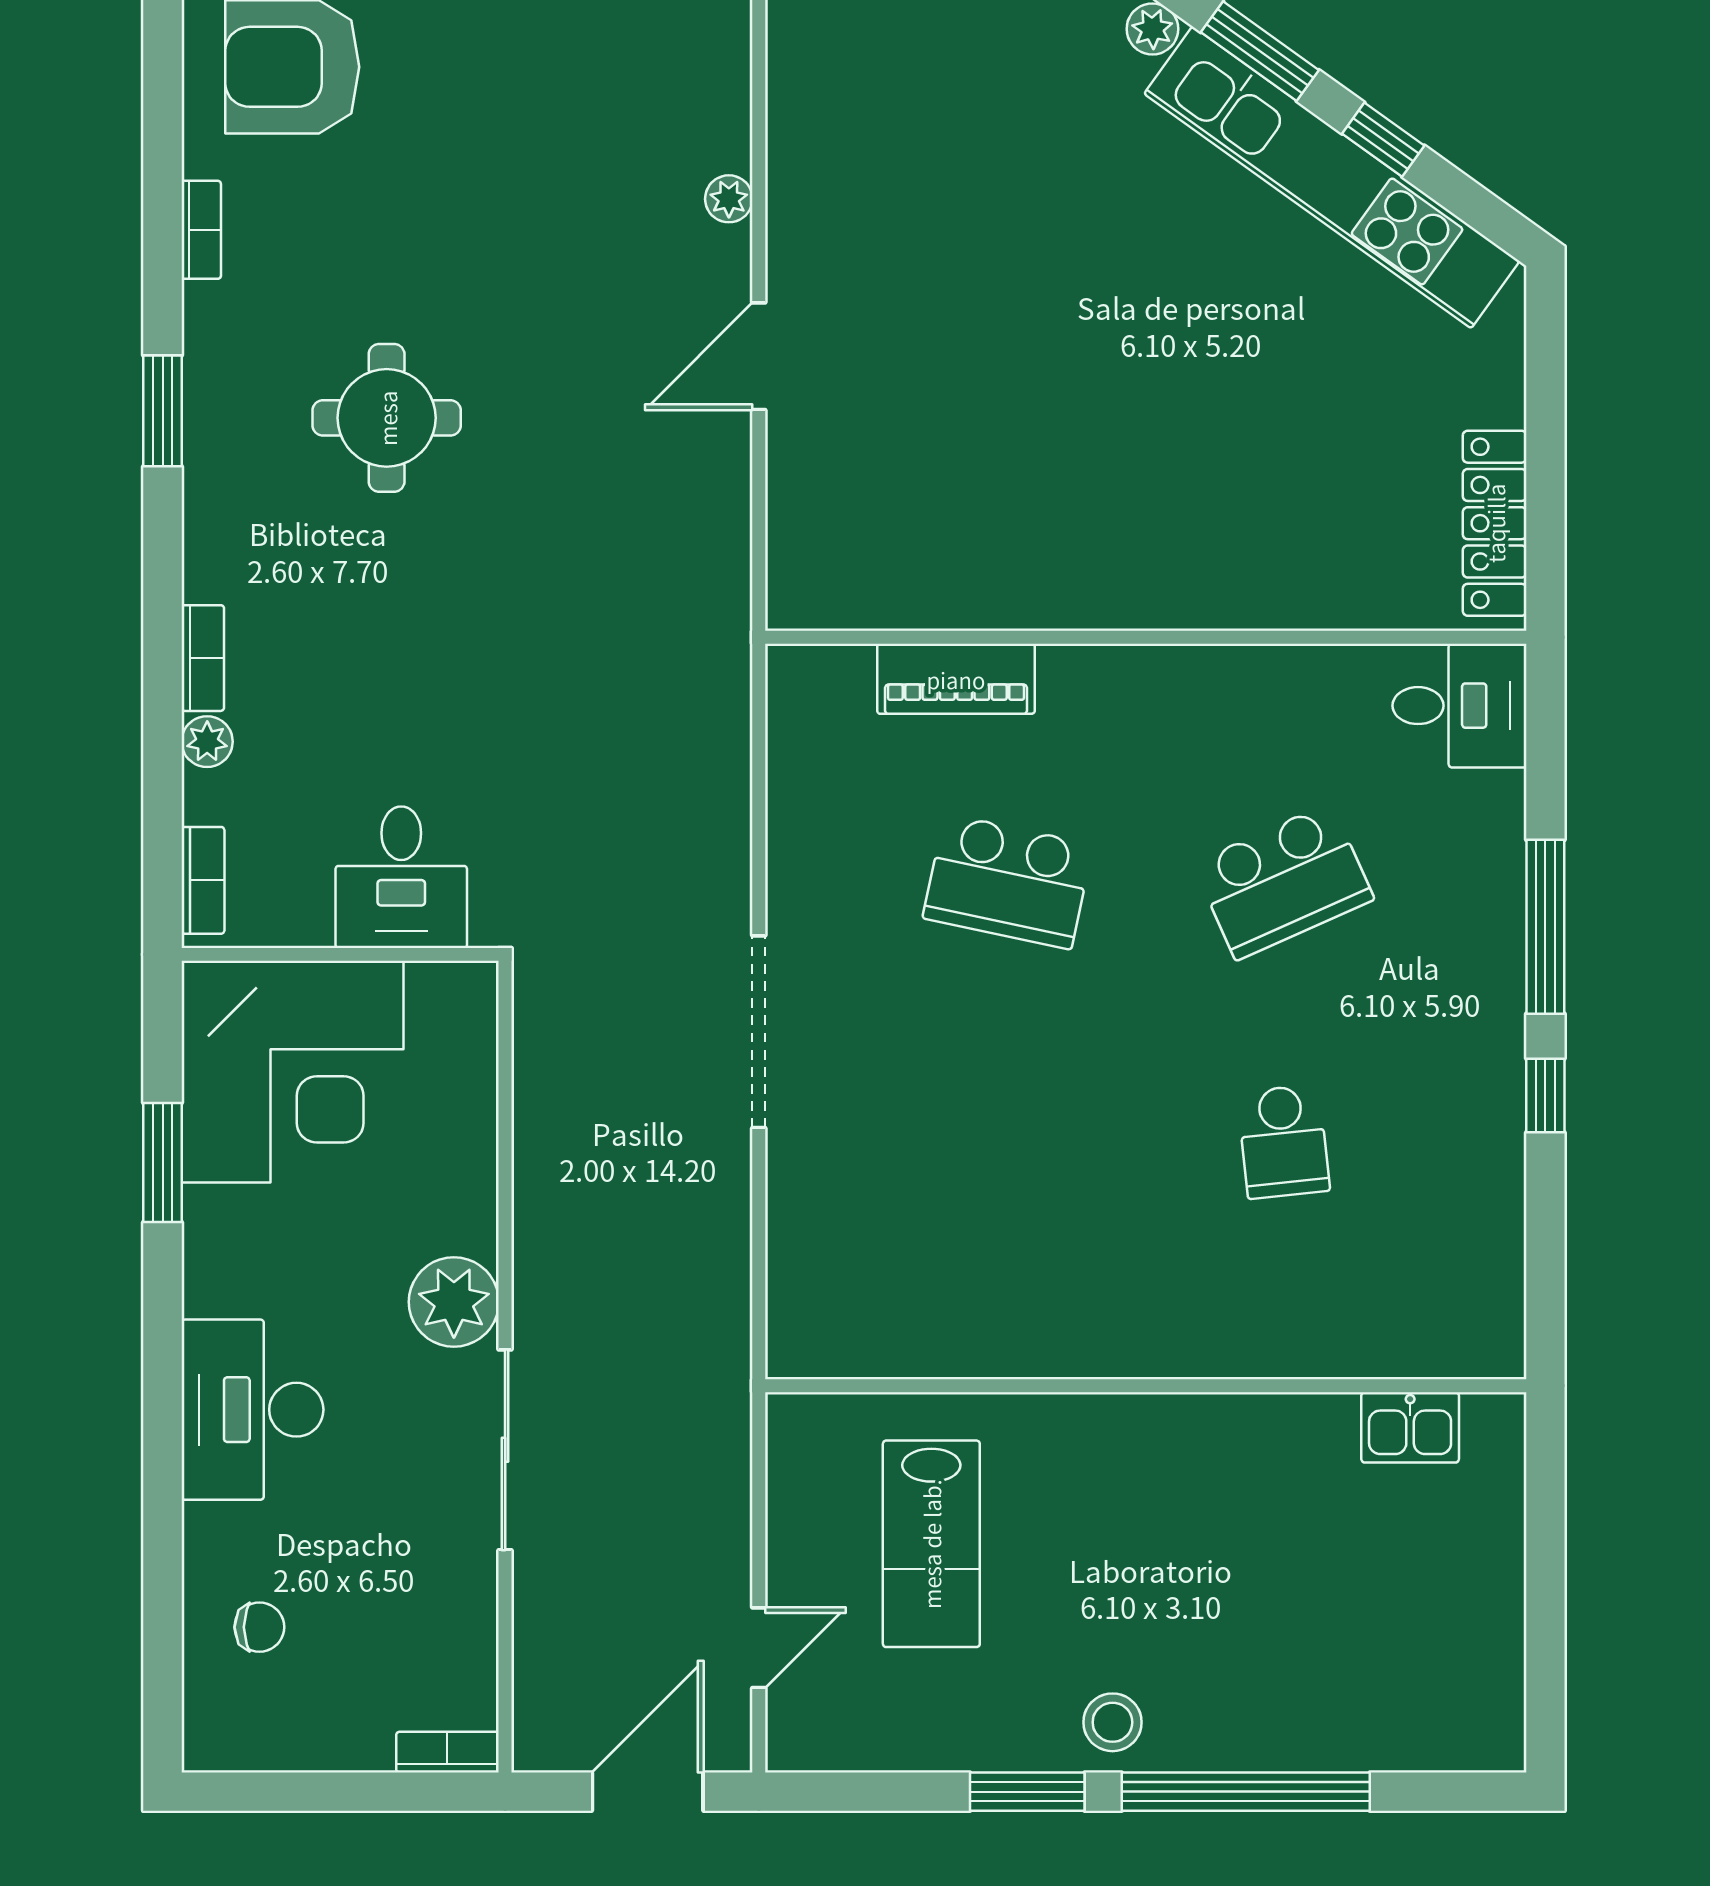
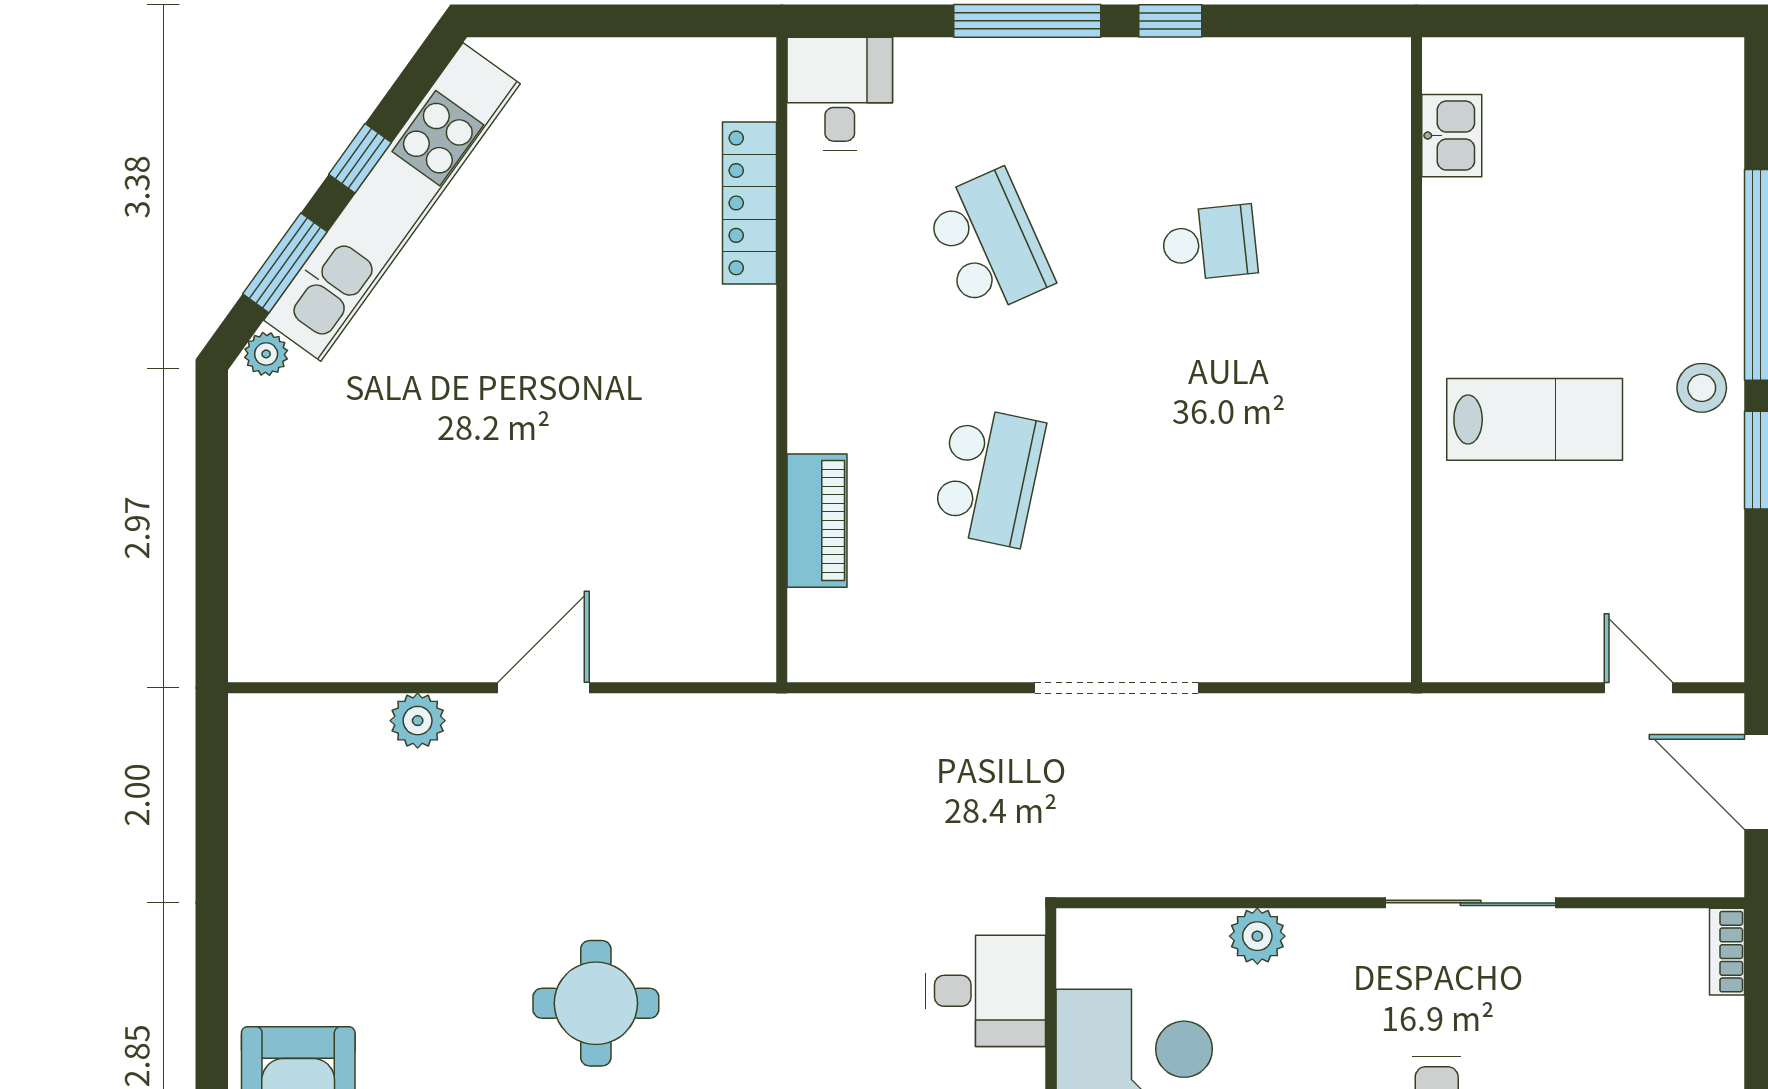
plant: (729, 199) -> (418, 721), width x1.38, depth x1.38
door: (759, 356) -> (544, 688), swing flipped
locker: (1495, 523) -> (750, 203), moved, turned 90
plant: (454, 1302) -> (1257, 936), moved, width x0.73, depth x0.73
lab bench: (931, 1544) -> (1535, 419), moved

